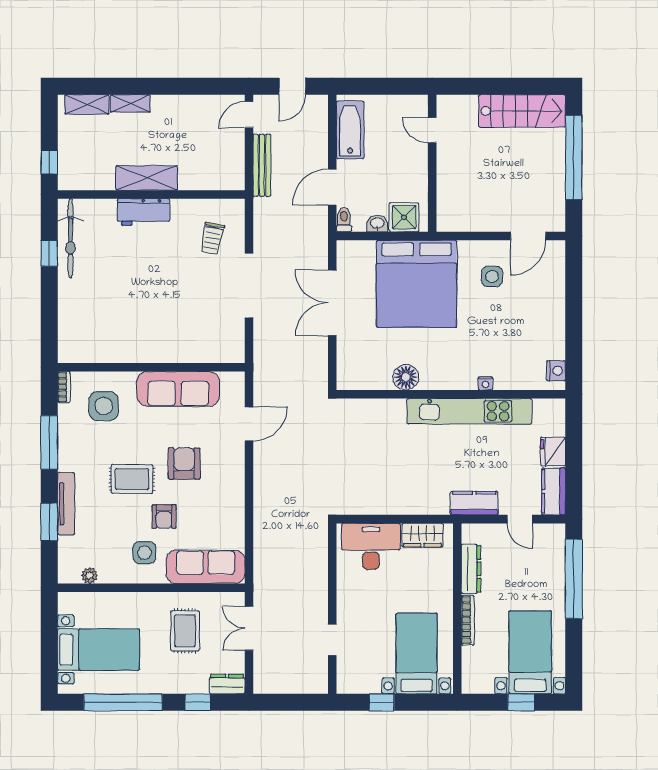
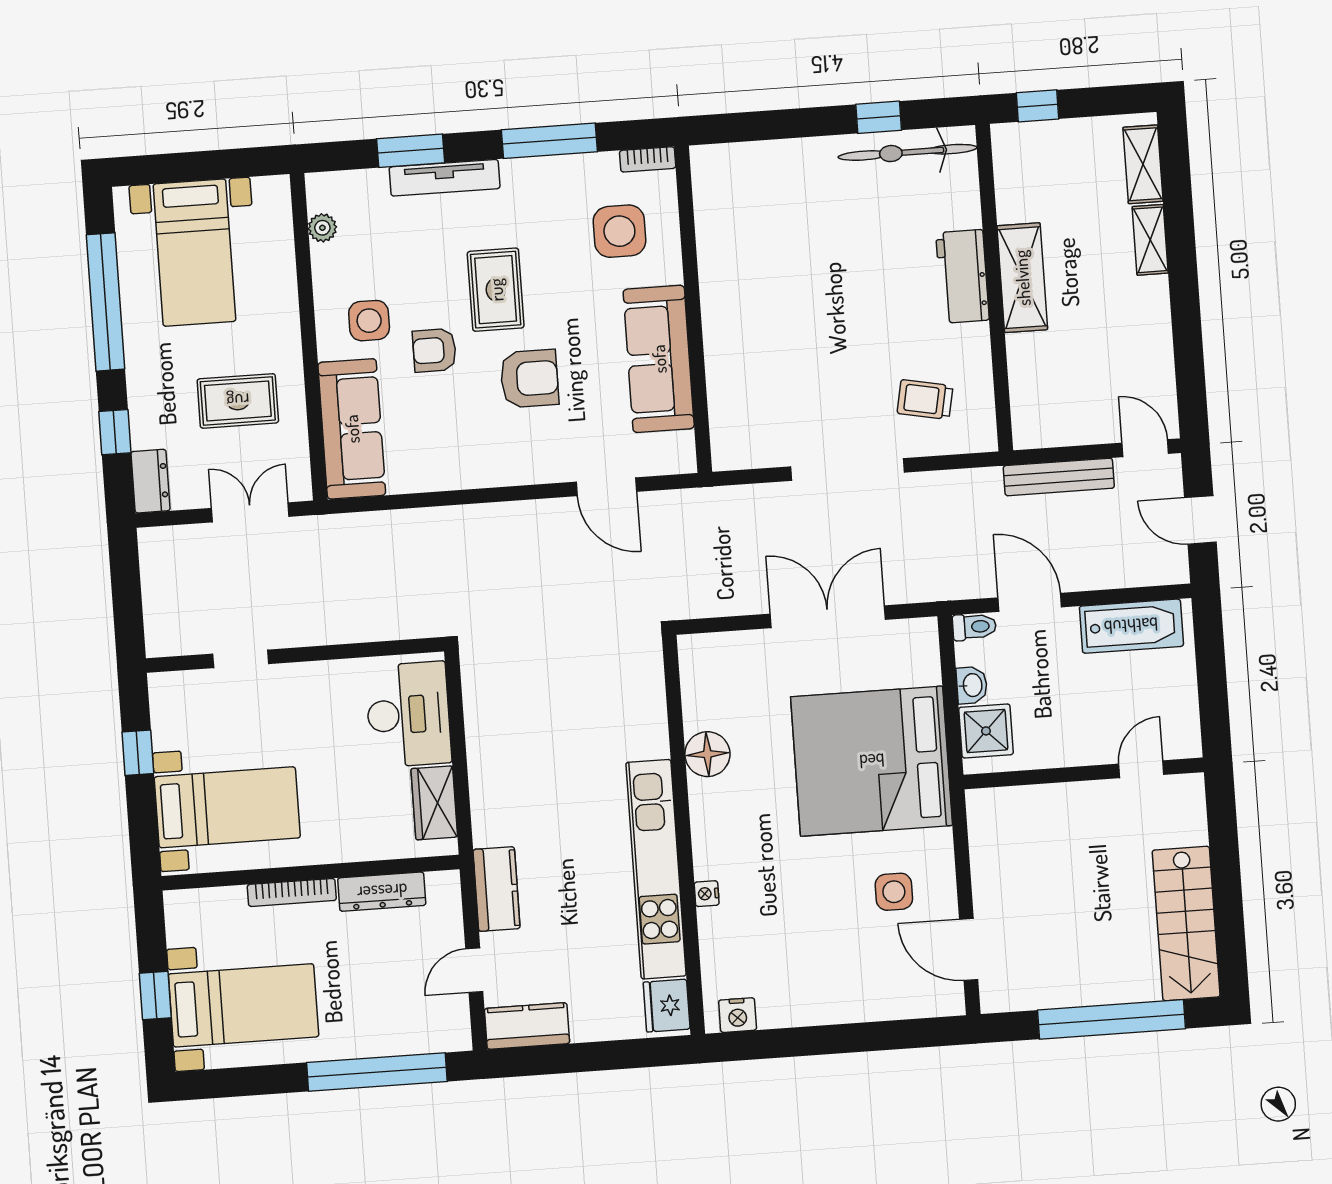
fridge: (553, 452) -> (667, 1006), moved, turned -90

